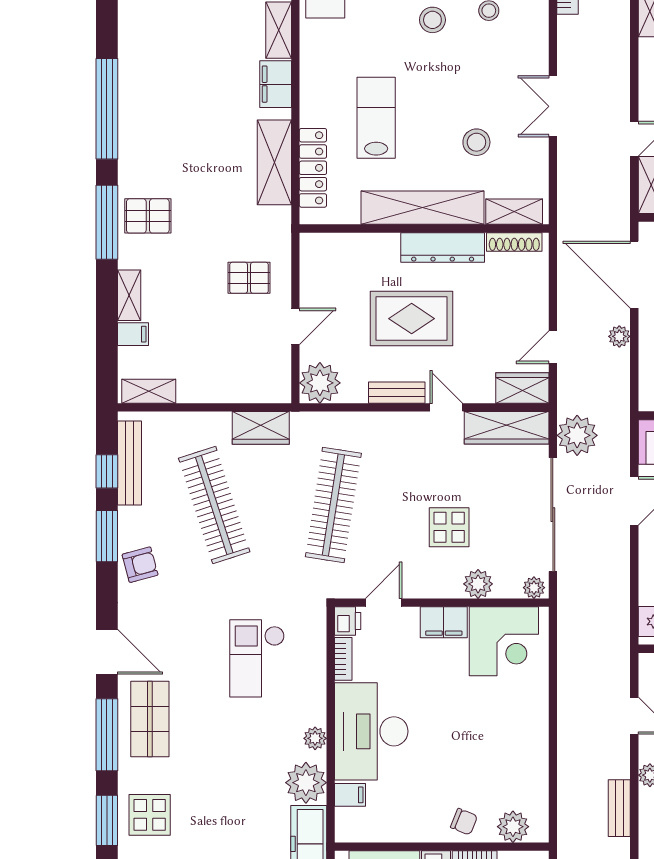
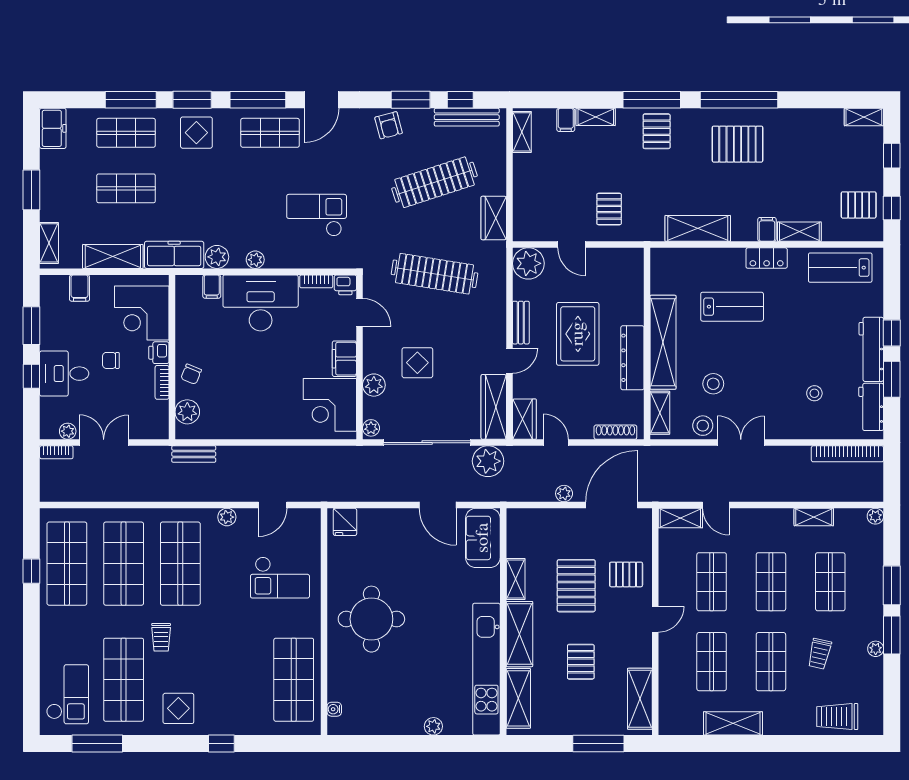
stool: (432, 20) -> (703, 426), moved
filing cabinet: (276, 84) -> (767, 229), width x0.50
pallet: (165, 111) -> (737, 144), added
locker: (313, 168) -> (767, 258), moved, width x0.66
shoe rack: (514, 242) -> (615, 432), moved, turned 90
plant: (306, 783) -> (217, 257), width x0.73, depth x0.73
bench: (619, 808) -> (194, 454), moved

